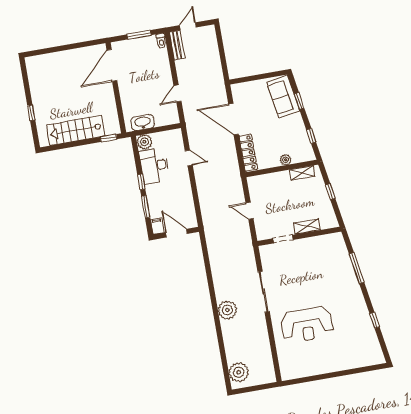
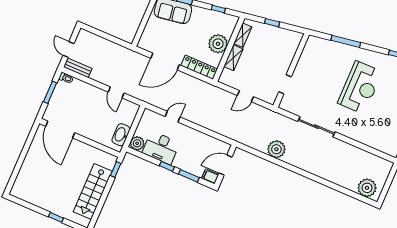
plant: (286, 160) -> (218, 44), width x1.87, depth x1.87
shelving: (307, 226) -> (233, 58), moved
plant: (227, 310) -> (276, 149), moved
reception desk: (307, 325) -> (360, 87), moved

